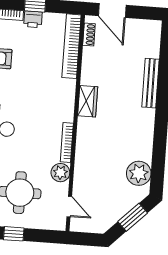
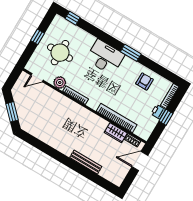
bookcase: (71, 46) -> (117, 118), moved
wardrobe: (88, 101) -> (116, 133), moved
plant: (139, 173) -> (36, 128), removed

